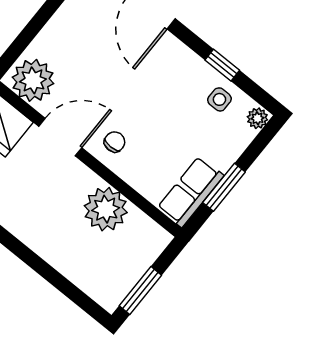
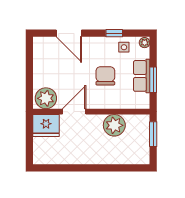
chair: (115, 142) -> (105, 76), moved, width x1.87, depth x1.87
row of seats: (191, 192) -> (142, 76), moved
window: (140, 290) -> (153, 134), moved

